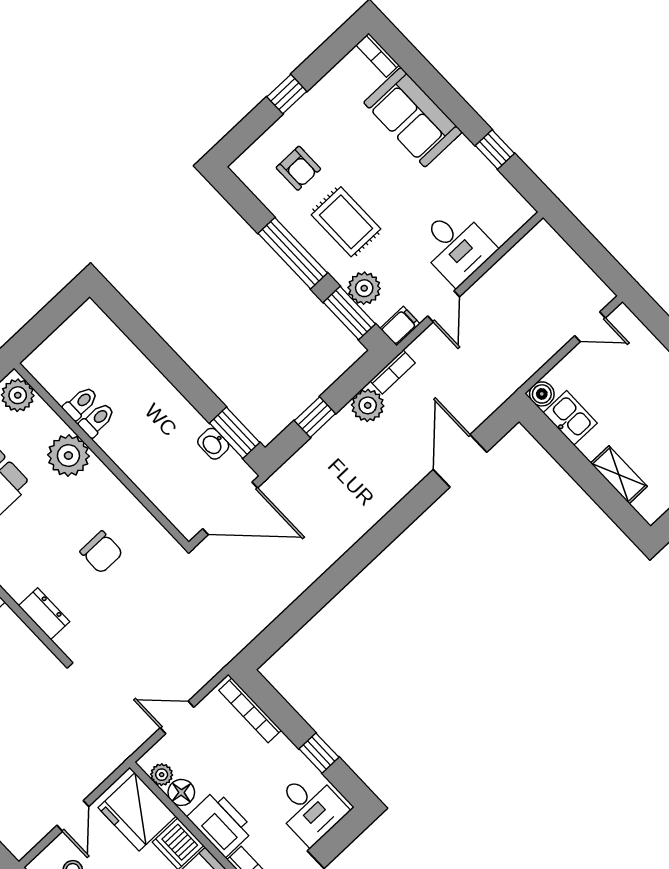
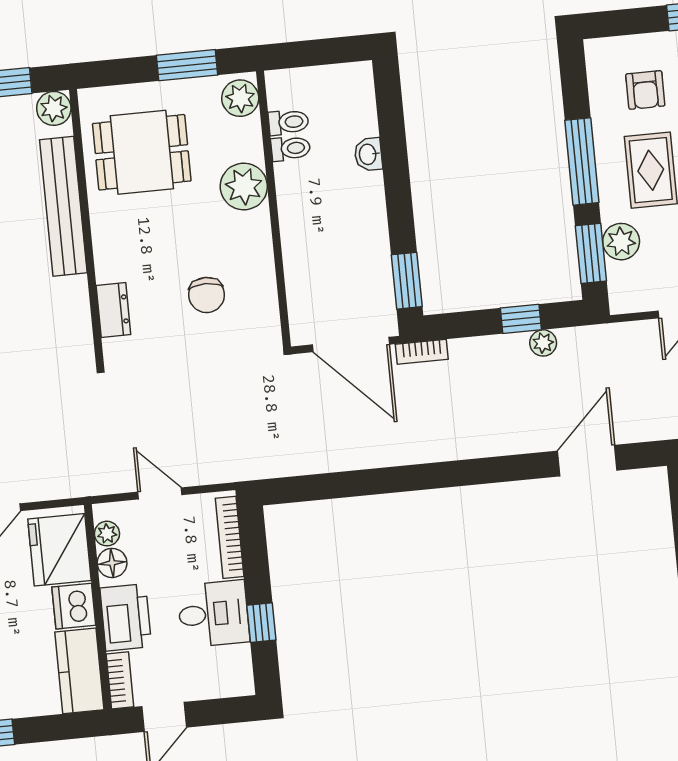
filing cabinet: (400, 326) -> (627, 300), removed
bookcase: (393, 372) -> (422, 352), moved
plant: (368, 405) -> (543, 343), width x0.73, depth x0.73
window: (315, 417) -> (521, 319), moved
toilet: (97, 420) -> (289, 122), moved
washbasin: (213, 444) -> (368, 154), moved
desk: (310, 808) -> (213, 614), moved, turned -90

